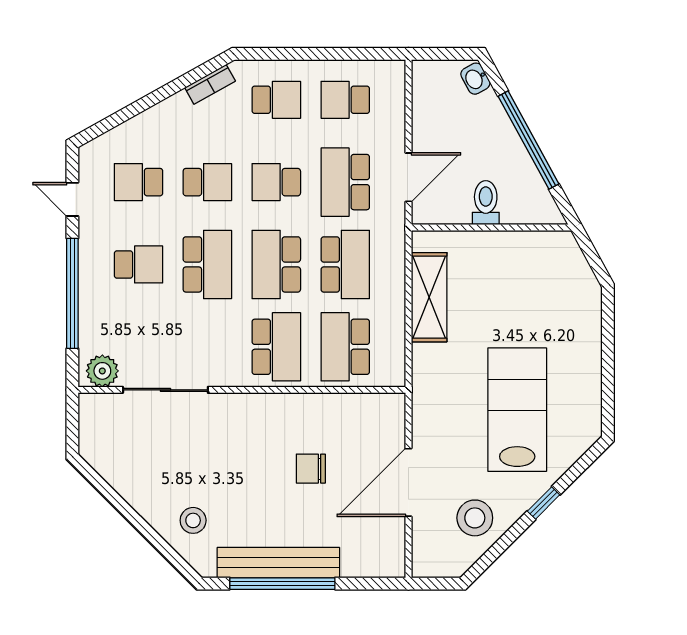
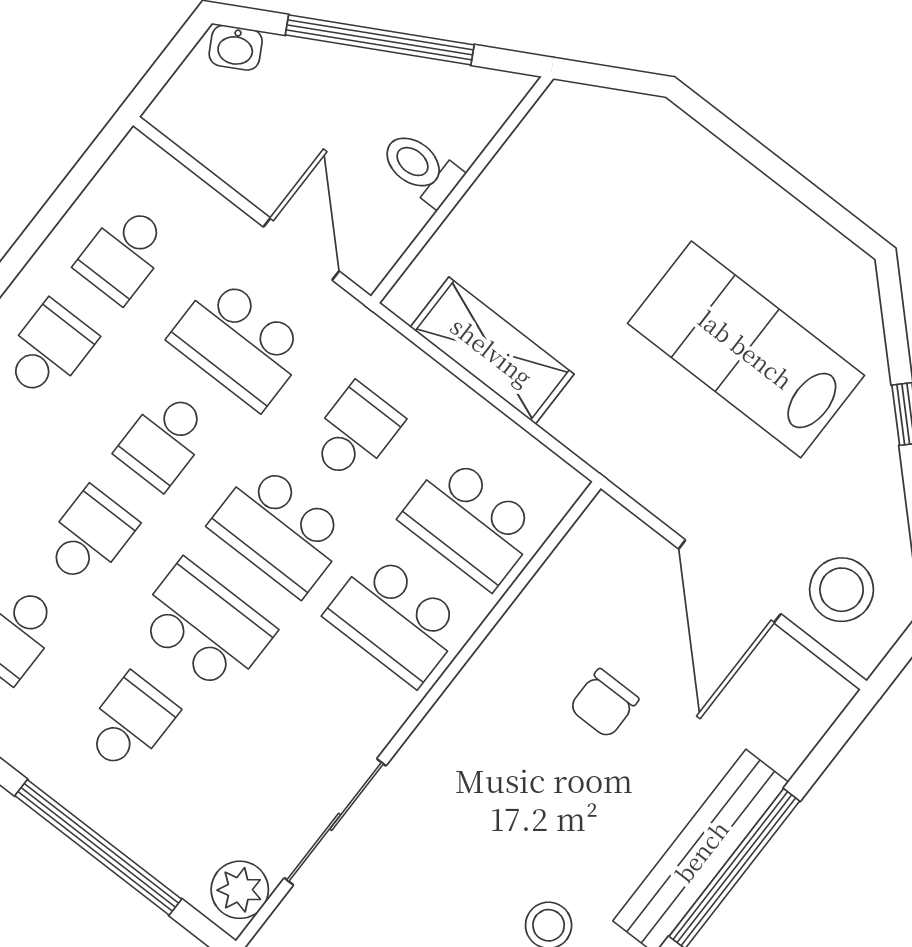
school desk: (345, 264) -> (355, 433), width x0.54
school desk: (276, 347) -> (395, 619), turned 180
stool: (475, 518) -> (842, 590), moved

